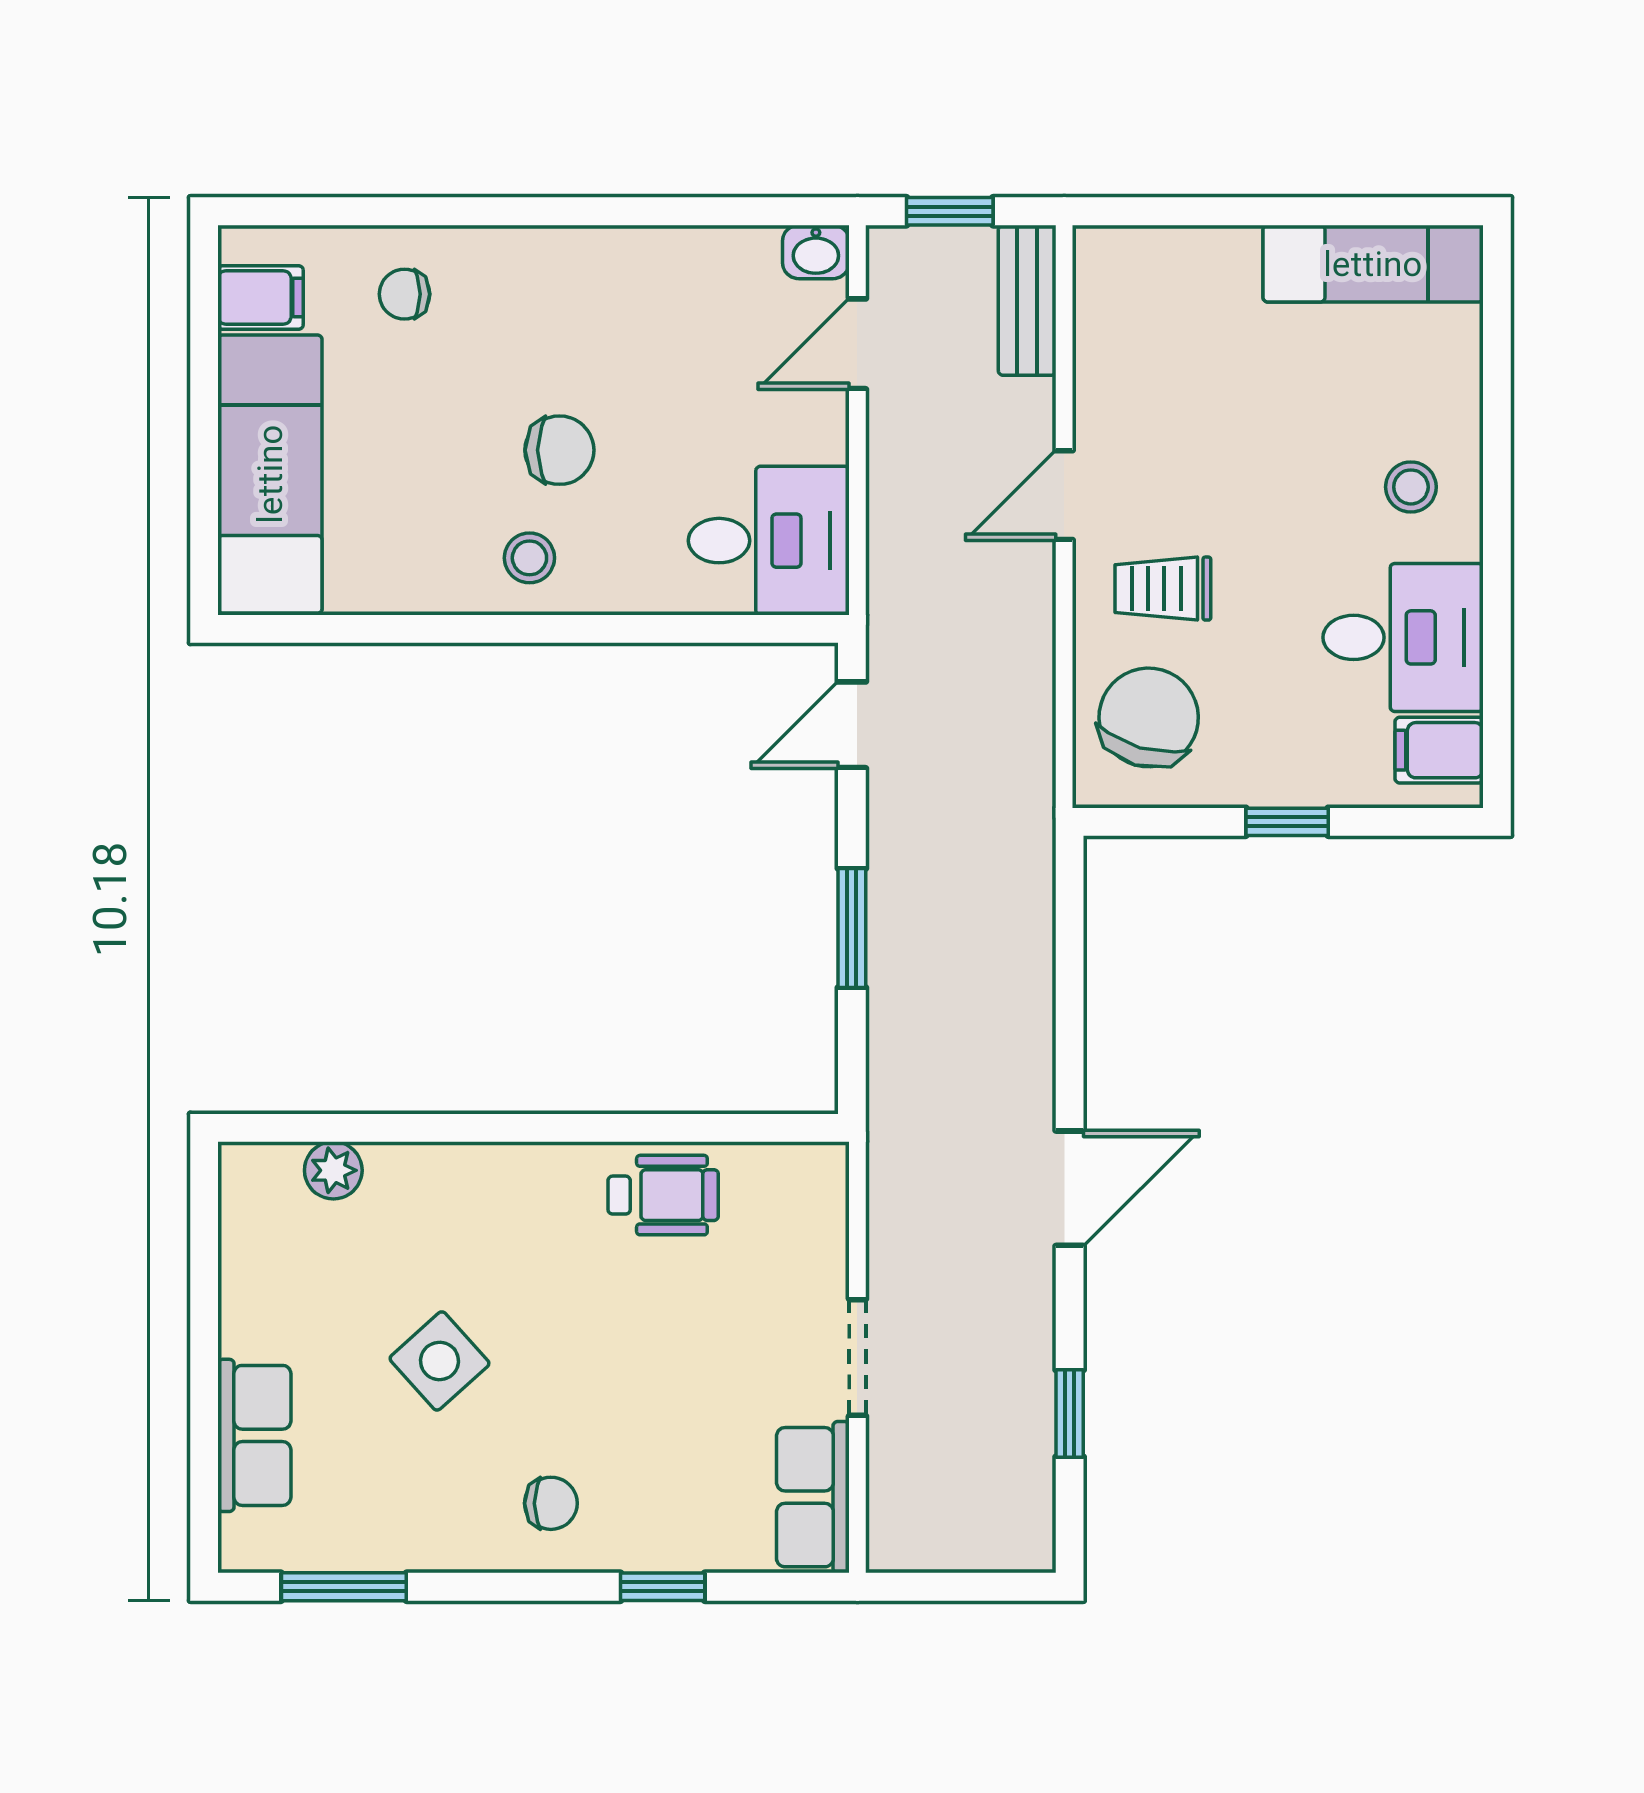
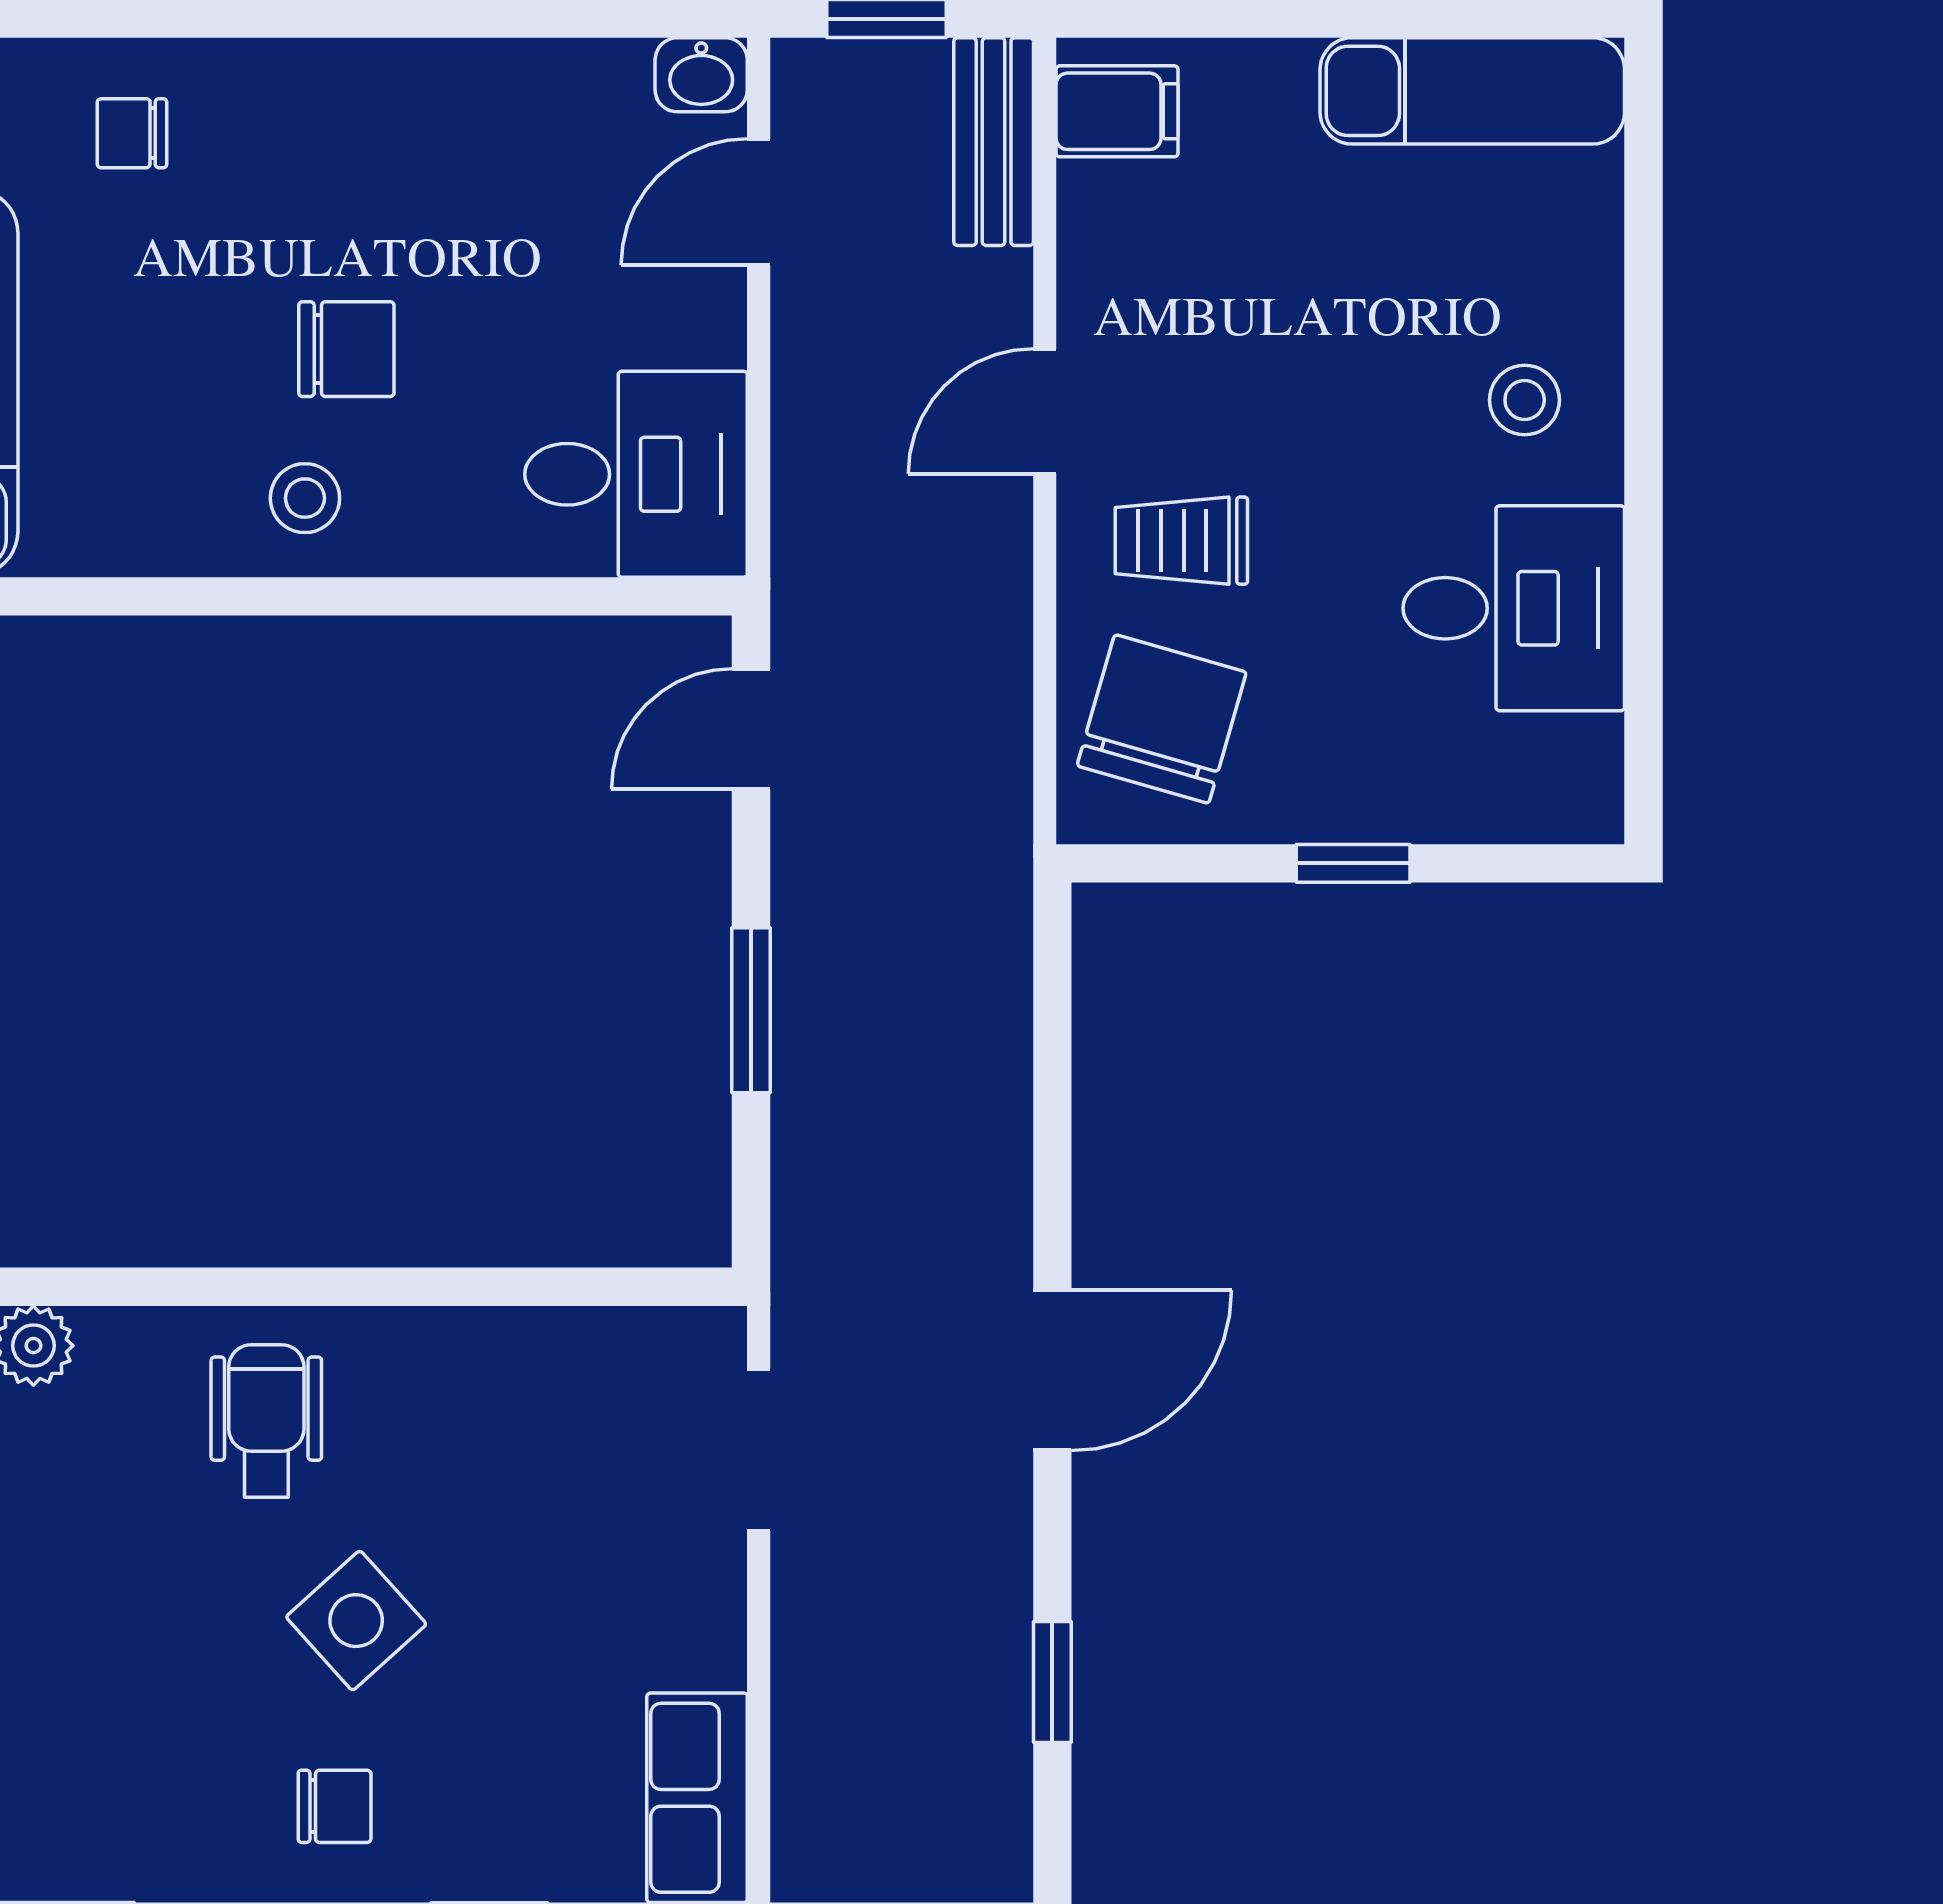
filing cabinet: (1439, 750) -> (1117, 111), moved, turned 180
wheelchair: (663, 1195) -> (266, 1421), moved, turned -90
doorway: (857, 1357) -> (759, 1450), moved
side table: (440, 1361) -> (356, 1621), moved

